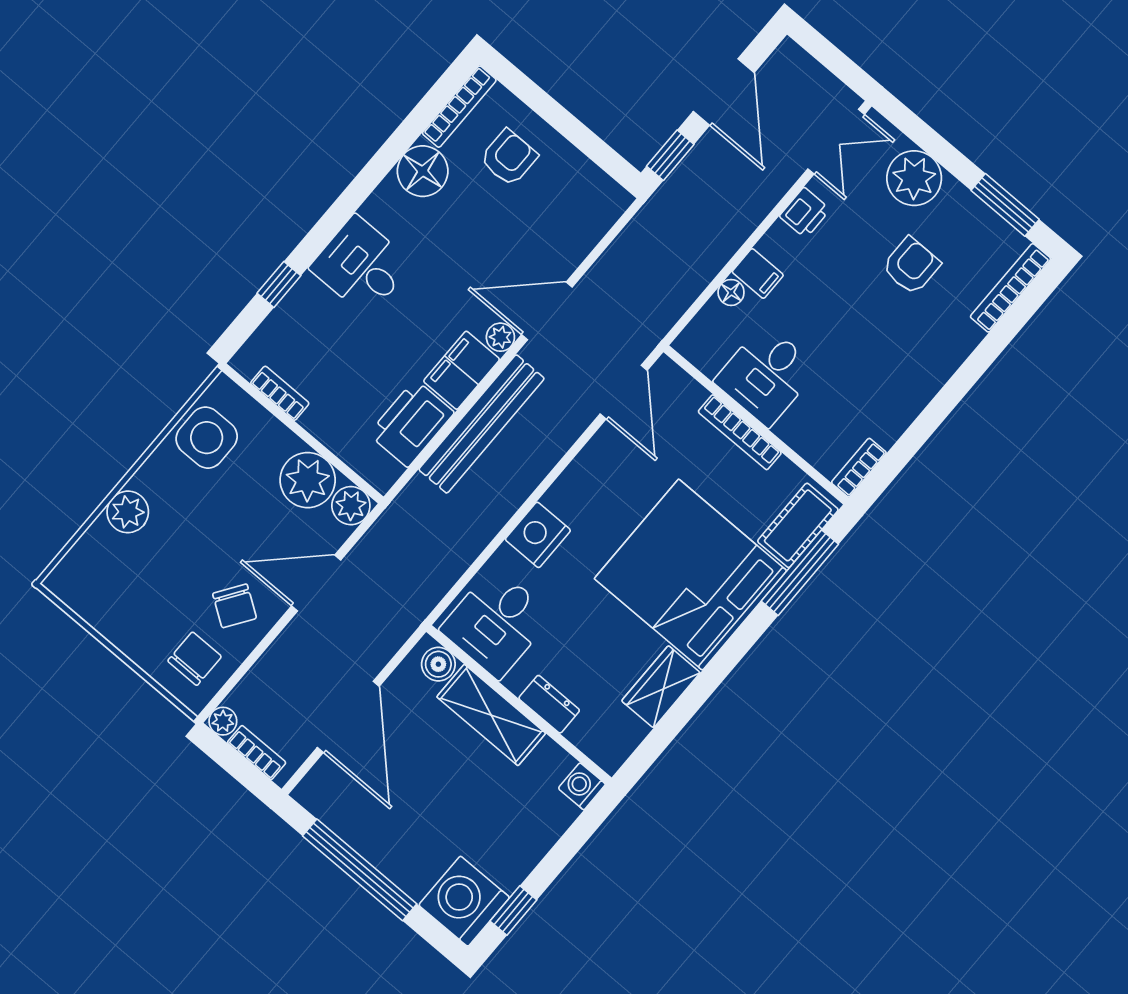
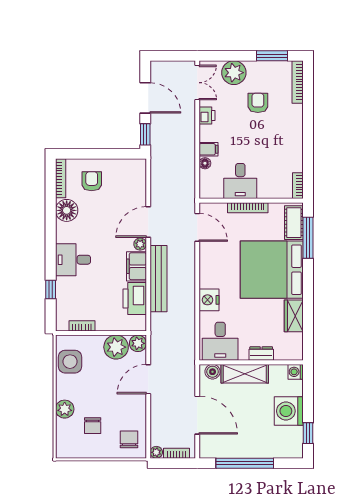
chair: (235, 606) -> (93, 426), moved, turned 56
washing machine: (464, 901) -> (289, 411), moved

